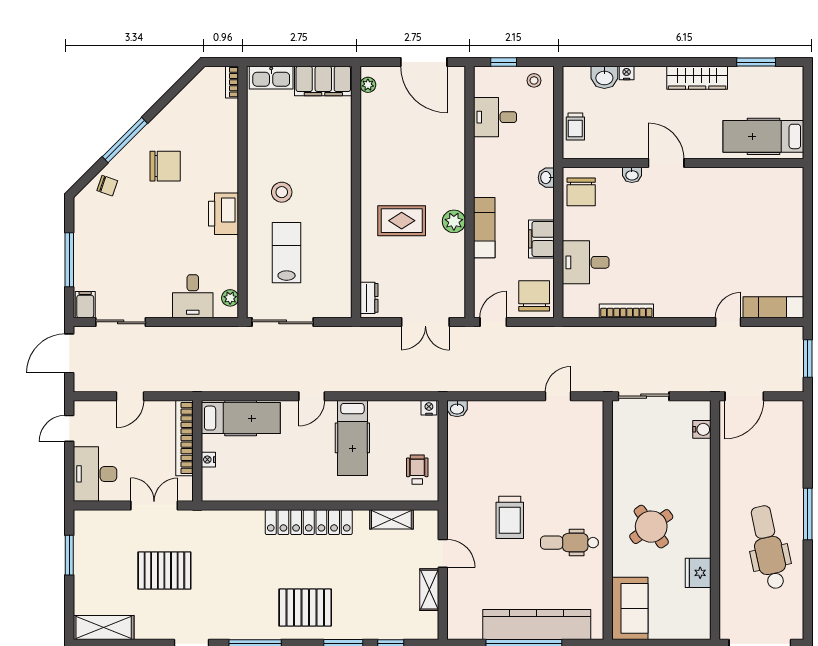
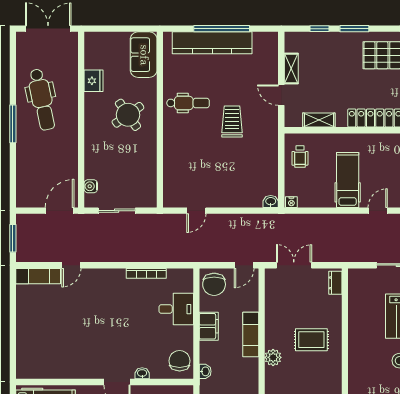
plant: (454, 221) -> (273, 357), moved
sliding door: (644, 396) -> (117, 211), moved

